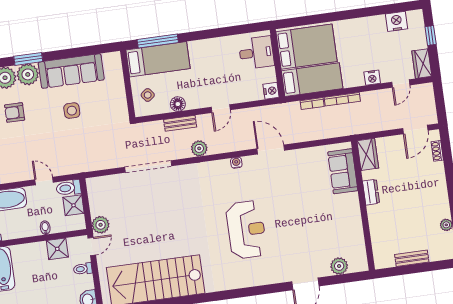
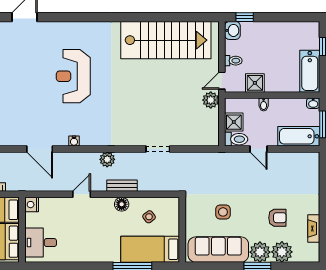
bed: (158, 59) -> (150, 249), moved
wall: (128, 84) -> (182, 230), moved
doorway: (148, 166) -> (158, 149), width x0.53

